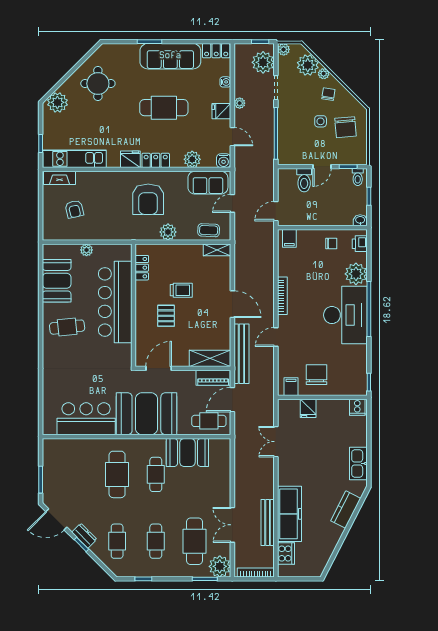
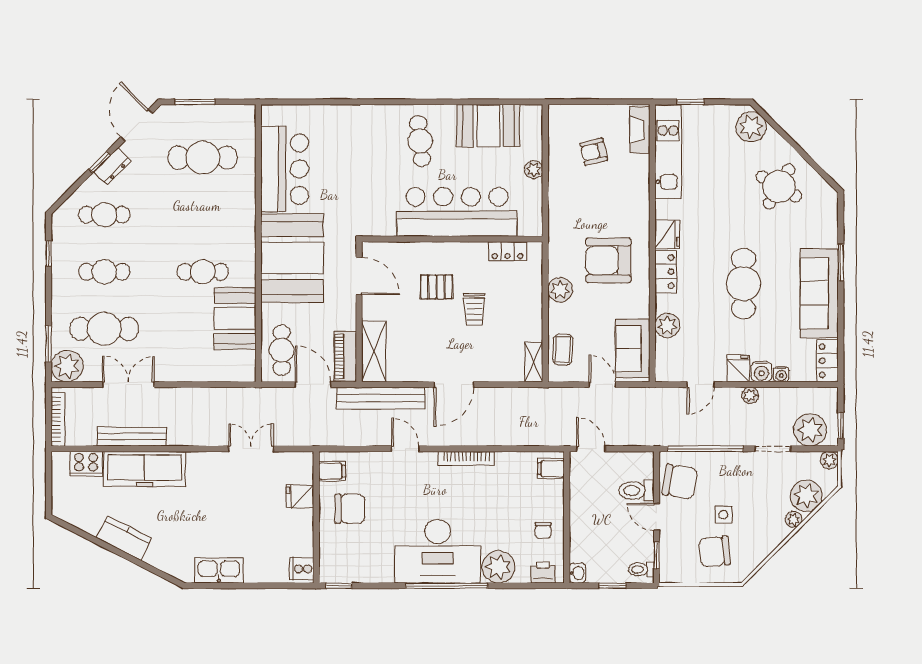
round table: (98, 84) -> (779, 186), turned 30
chair: (328, 94) -> (680, 482), moved, width x1.87, depth x1.87
water cooler: (224, 161) -> (762, 372), moved, turned -90
cafe table: (117, 474) -> (203, 158), moved
kitchen counter: (346, 510) -> (124, 538), moved

